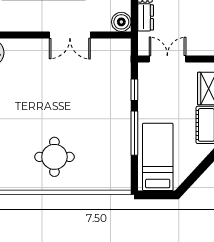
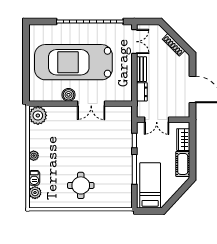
boiler: (121, 22) -> (69, 95), moved
double door: (167, 59) -> (157, 120), swing flipped

